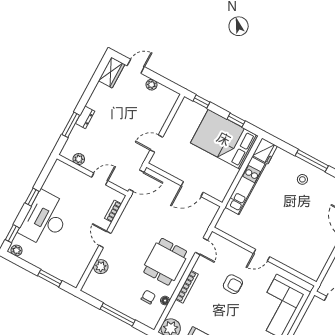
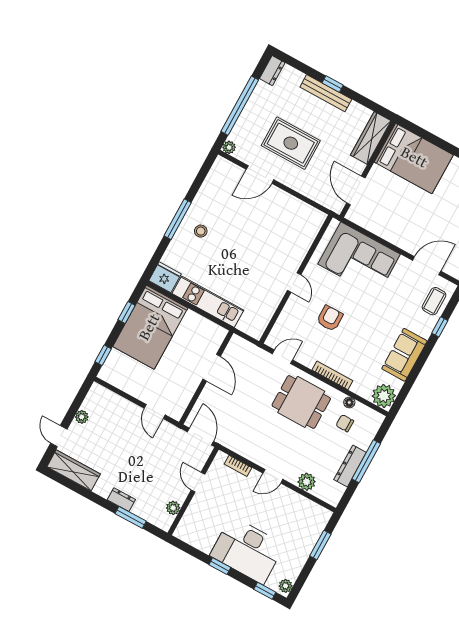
wardrobe: (112, 72) -> (74, 470), width x1.50
dresser: (114, 302) -> (350, 466), added

